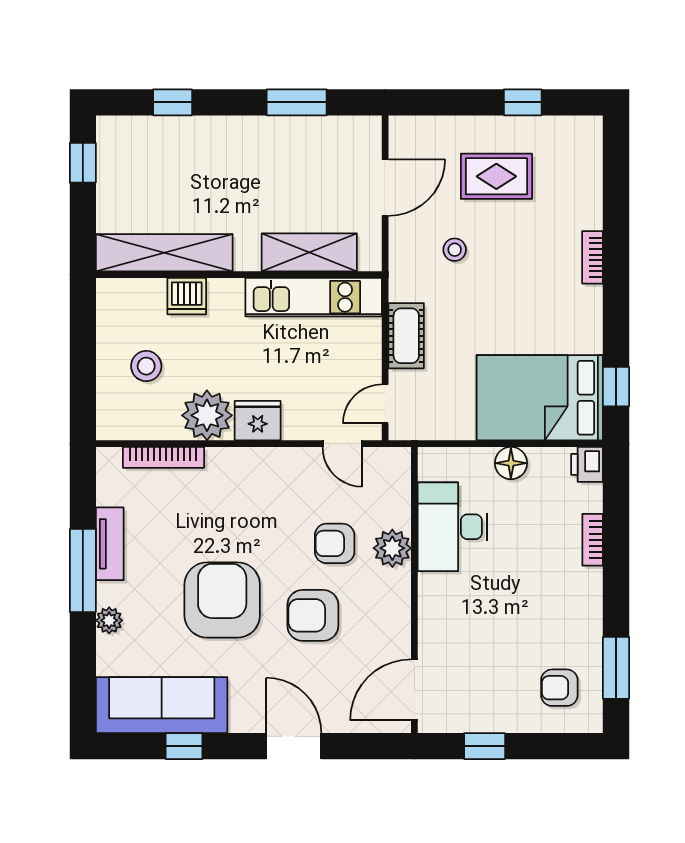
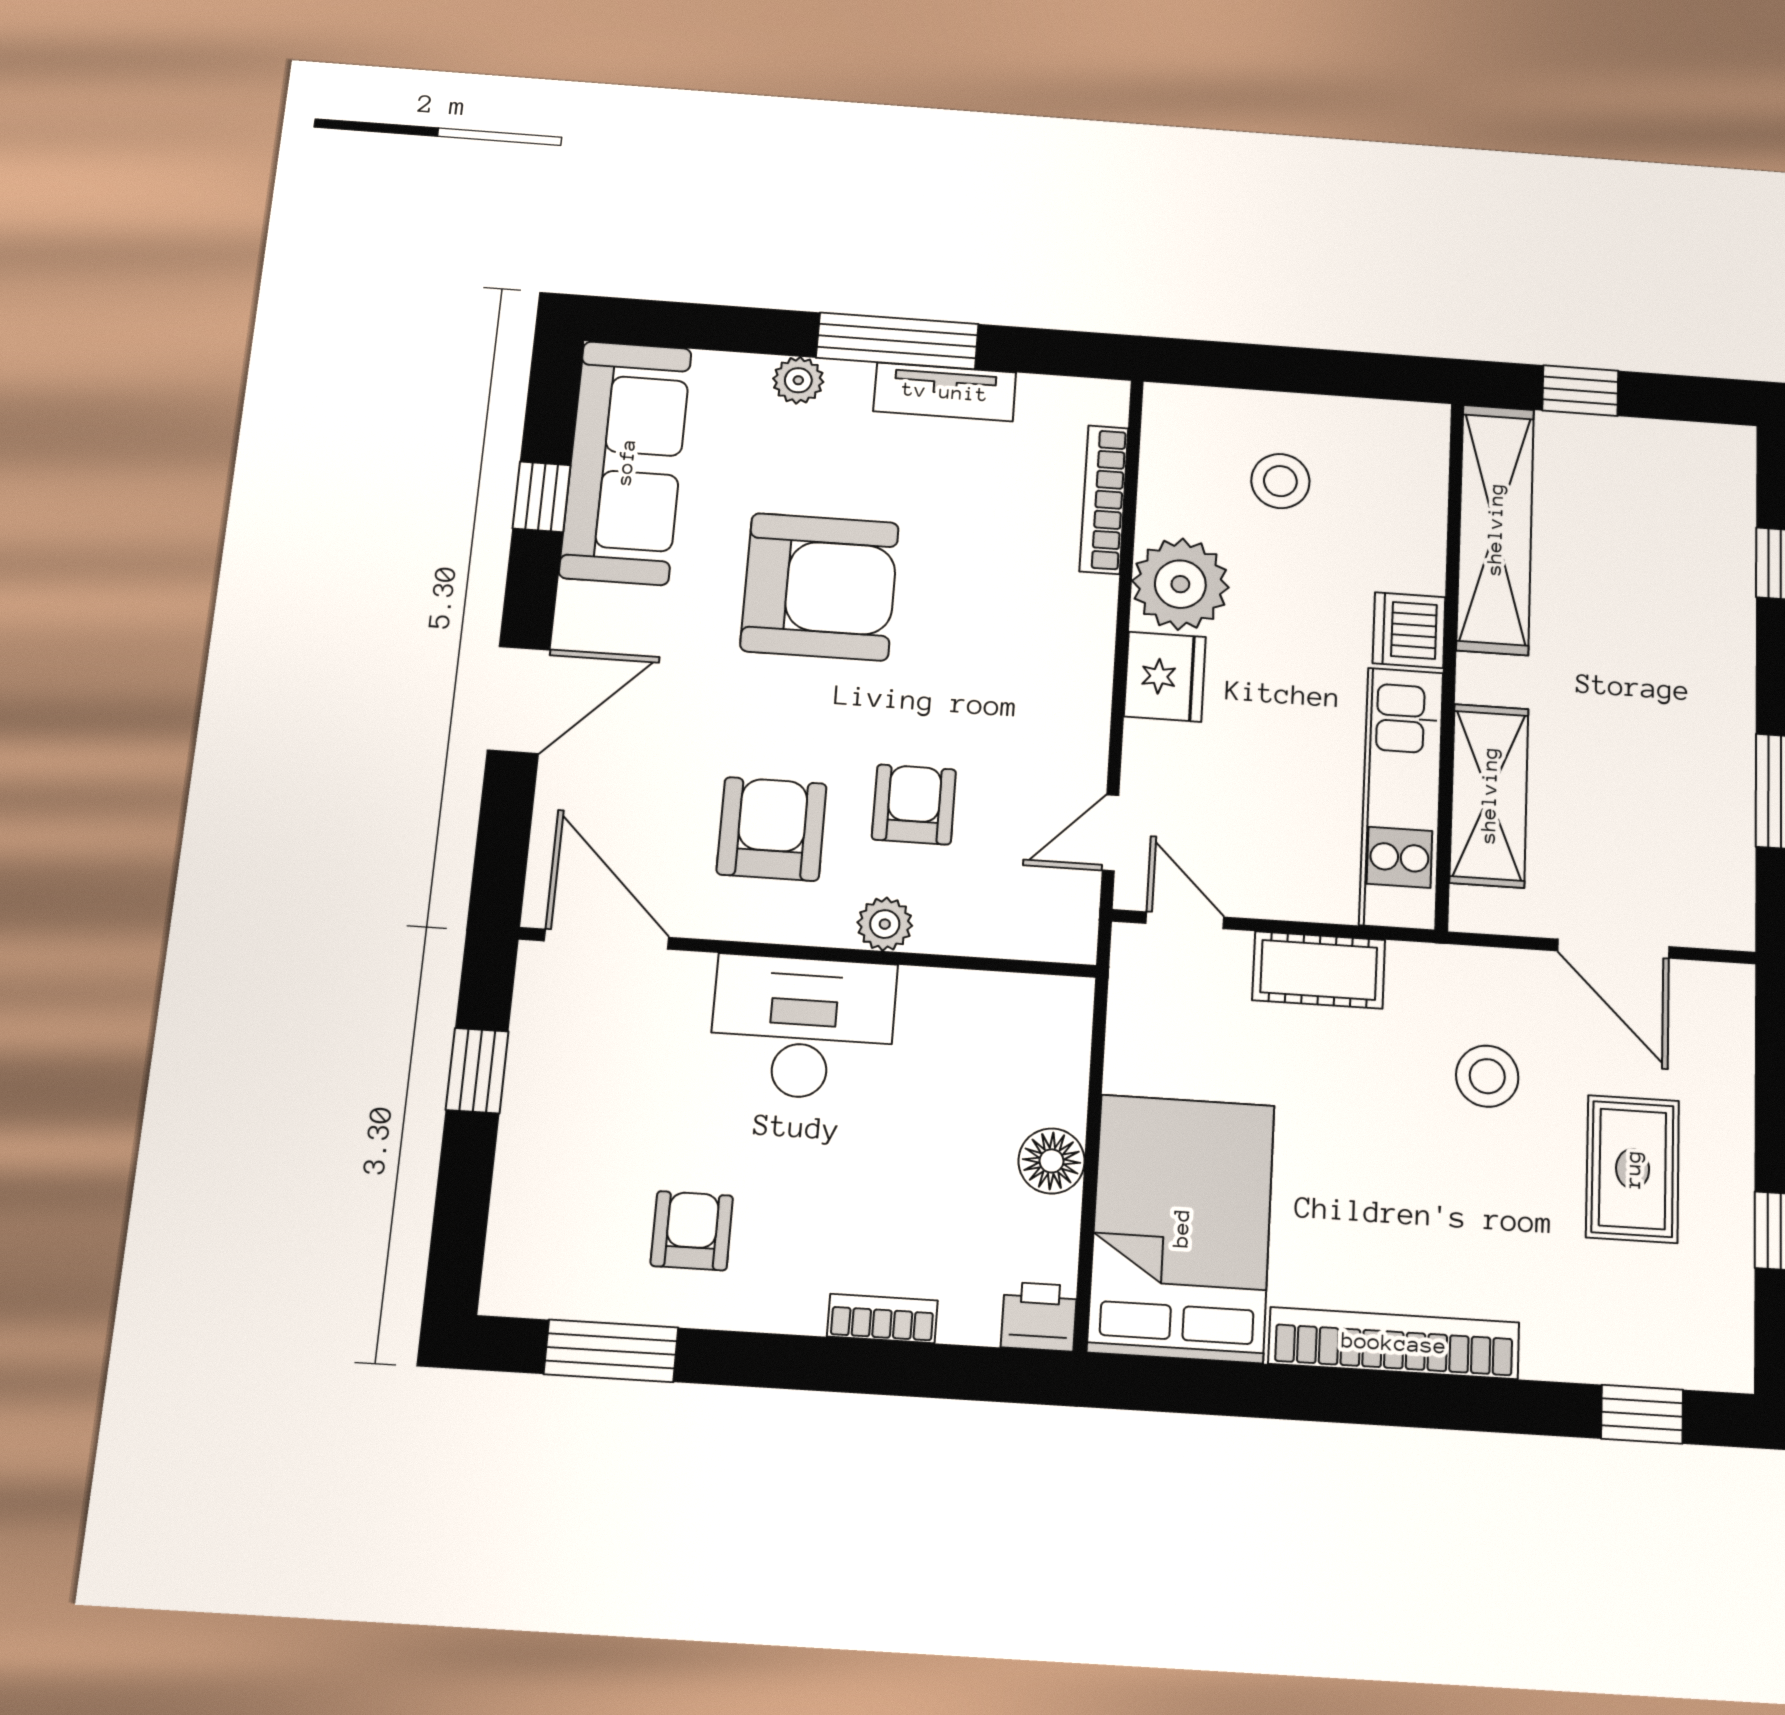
window: (83, 163) -> (1580, 391), moved
stool: (455, 250) -> (1487, 1076), width x1.37, depth x1.37
bookcase: (593, 257) -> (1394, 1343), width x2.31, depth x1.31
dishwasher: (187, 296) -> (1409, 630), moved
window: (616, 387) -> (1642, 1414), moved
desk: (453, 527) -> (803, 1027), moved
plant: (392, 548) -> (885, 924), width x0.73, depth x0.73
armchair: (313, 615) -> (772, 829), moved
armchair: (559, 688) -> (692, 1231), moved

